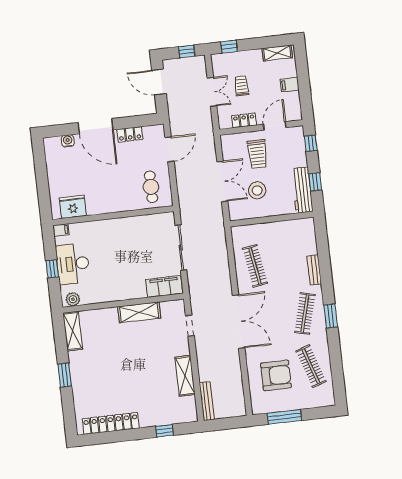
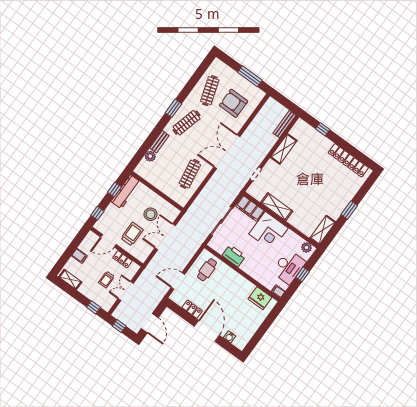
printer: (137, 225) -> (234, 256), added
plant: (310, 247) -> (150, 156), added
corner desk: (126, 281) -> (268, 231), added

